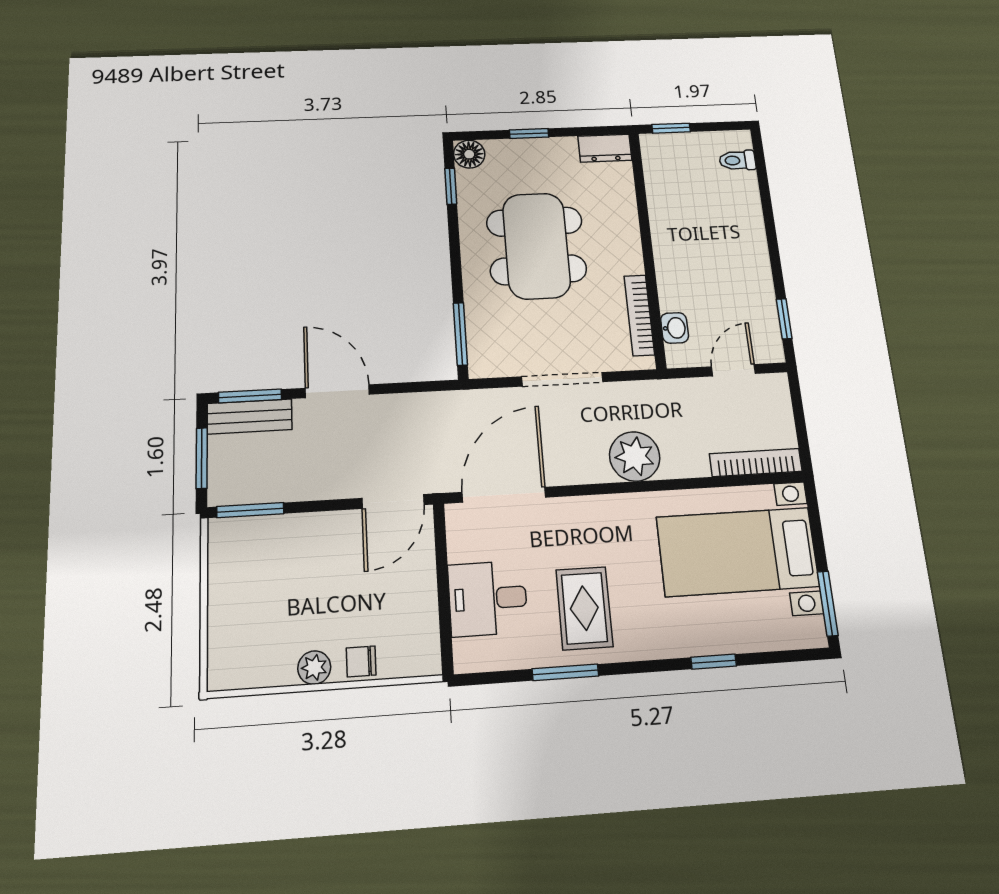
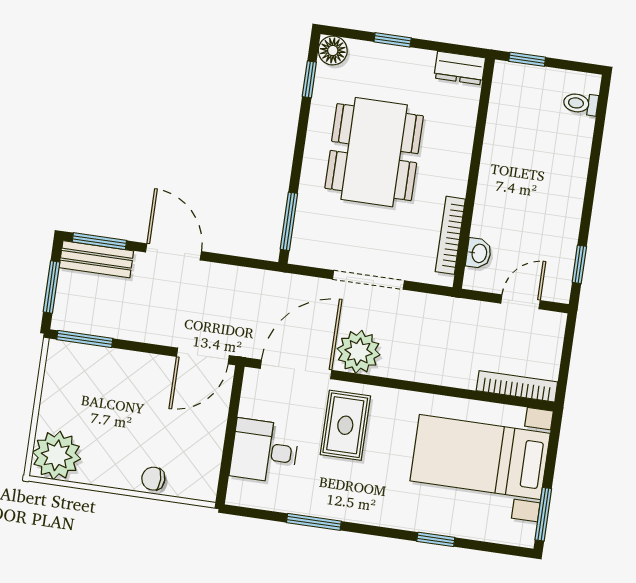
plant: (635, 456) -> (359, 352), moved
rug: (584, 608) -> (345, 425), moved
plant: (314, 668) -> (57, 455), moved, width x1.87, depth x1.87

